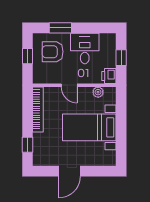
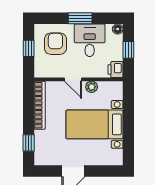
window: (60, 28) -> (80, 18), moved
floor lamp: (111, 38) -> (118, 29), added
armchair: (53, 52) -> (55, 44), turned 90
plant: (98, 92) -> (92, 87), moved

